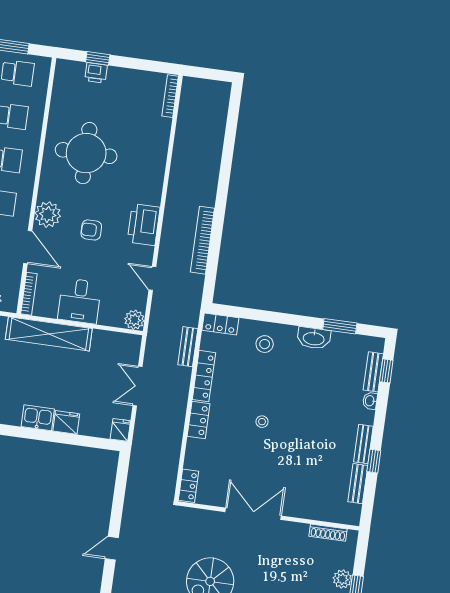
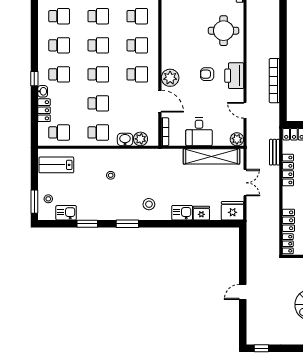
round table: (86, 153) -> (224, 31), moved, width x0.73, depth x0.73
armchair: (91, 230) -> (207, 74), moved
shelving: (49, 334) -> (211, 156), moved
double door: (138, 386) -> (245, 183), swing flipped
locker: (199, 420) -> (288, 220), moved
fridge: (120, 430) -> (233, 211), width x1.88, depth x1.34

